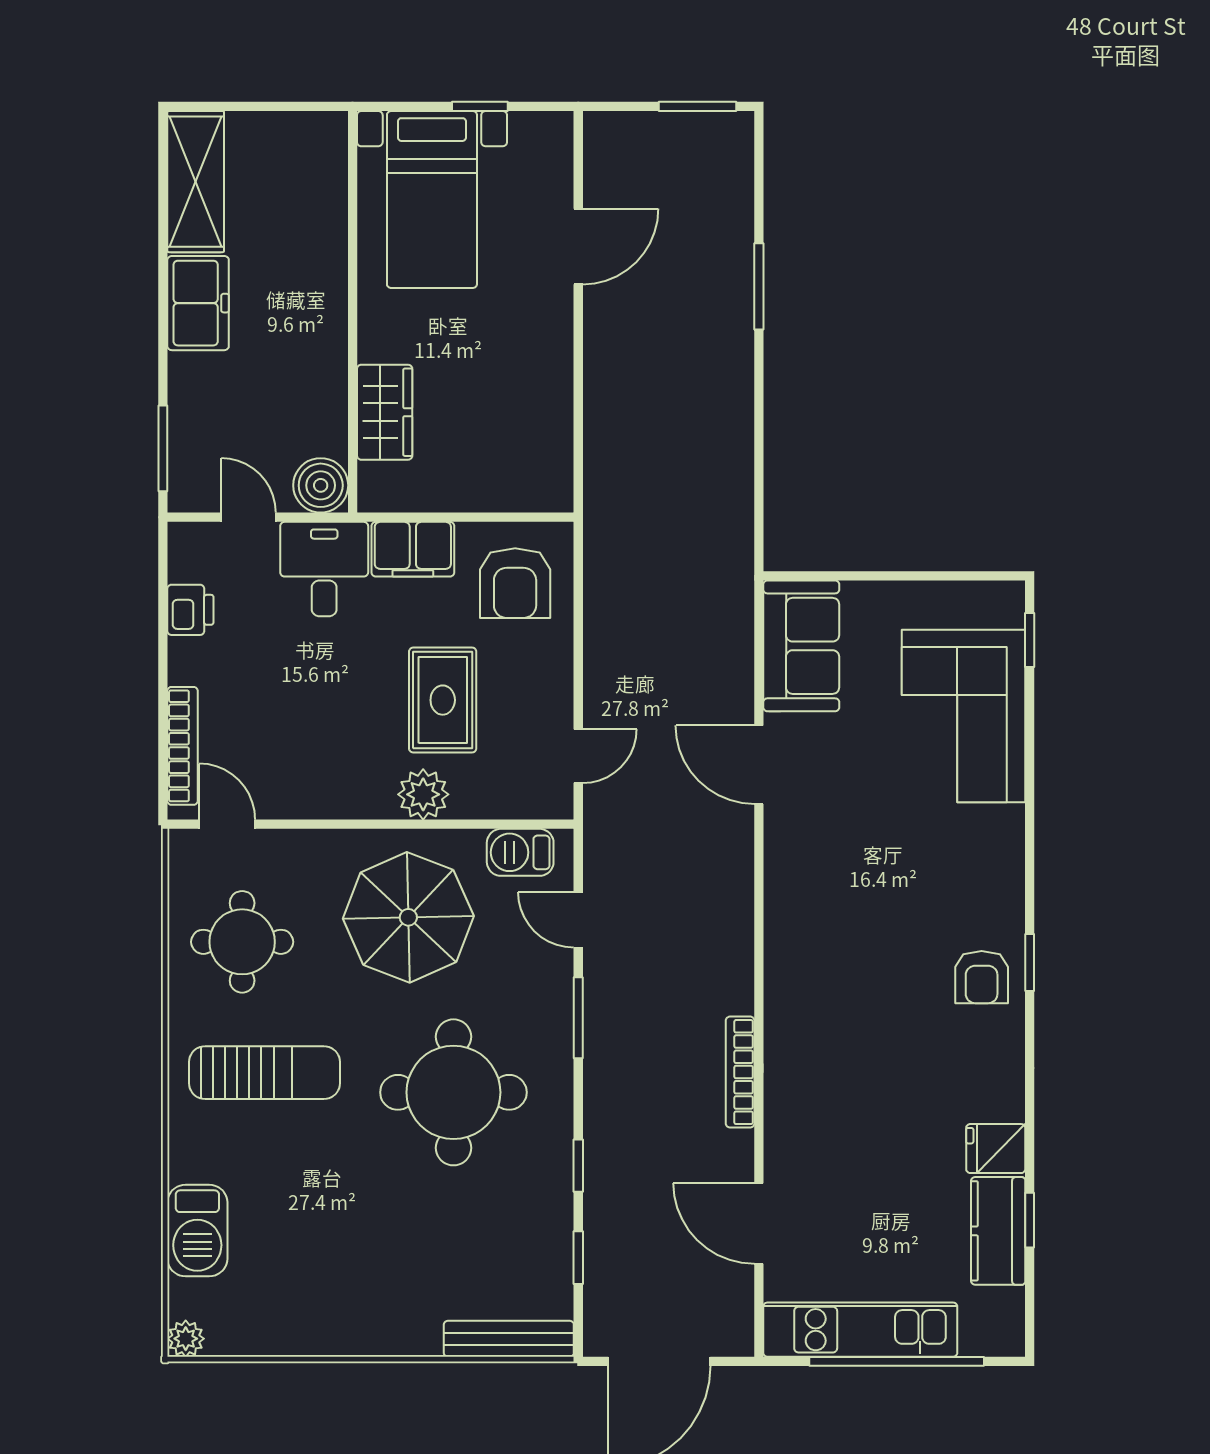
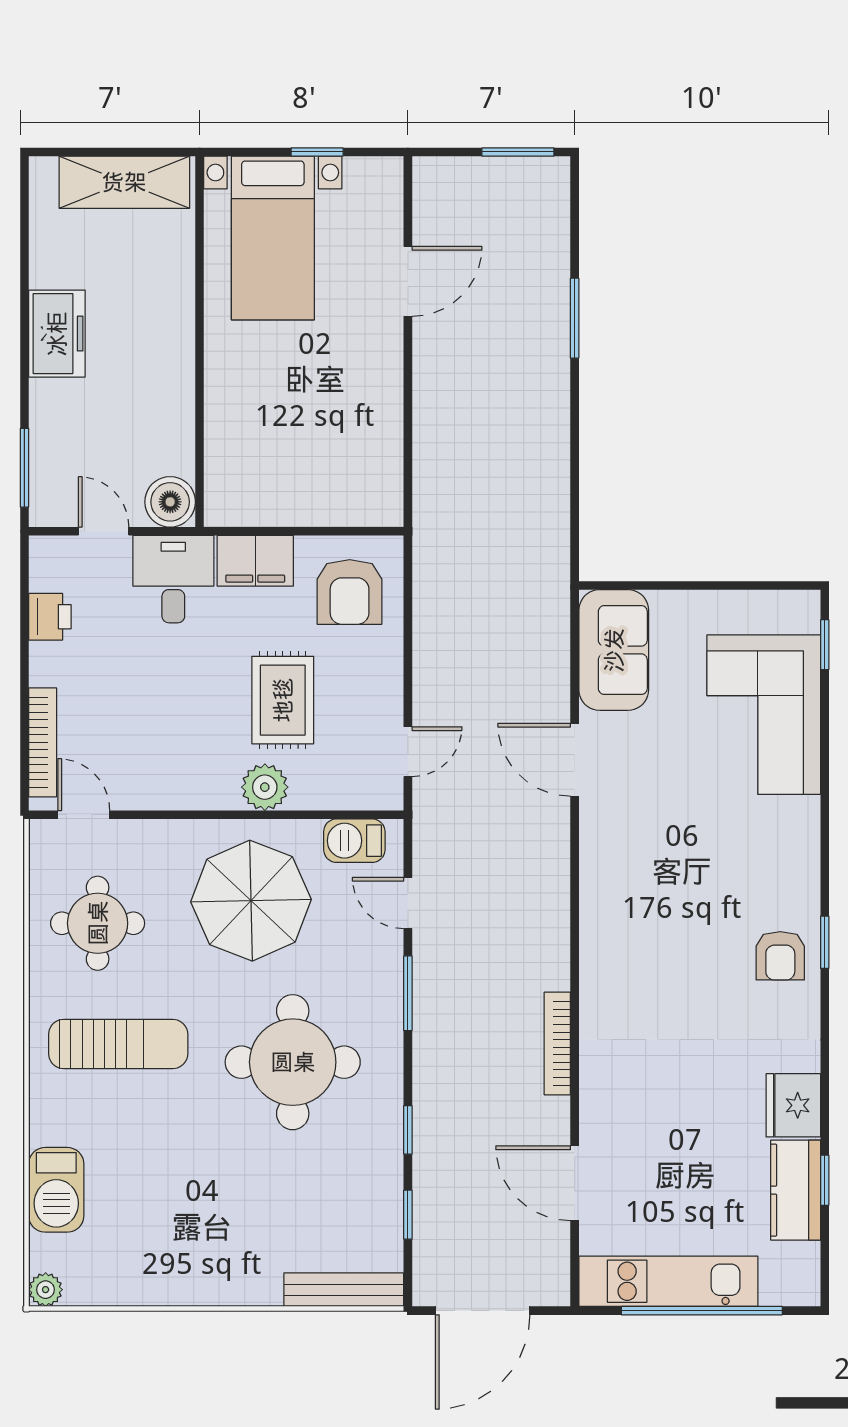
shelving: (196, 182) -> (124, 182), moved, turned 90
wardrobe: (385, 412) -> (229, 434), removed
fridge: (996, 1149) -> (793, 1105), width x1.38

